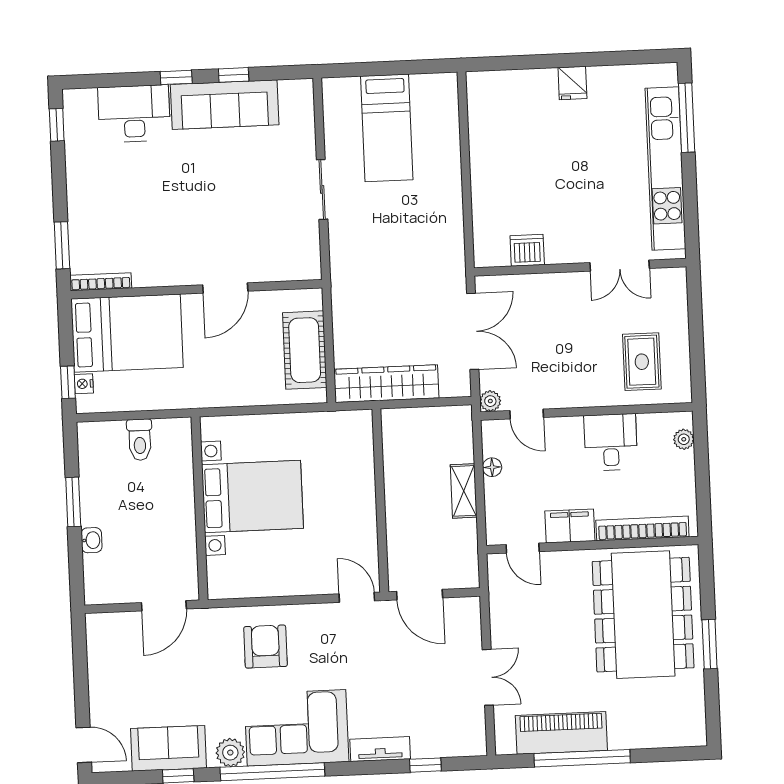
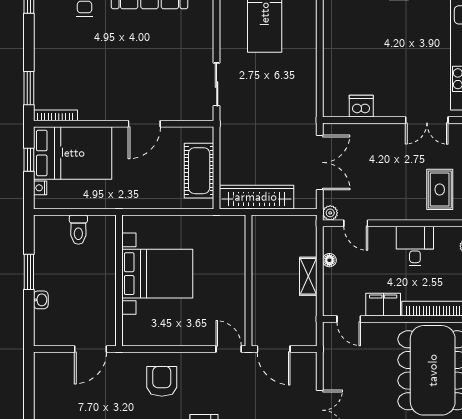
sliding door: (322, 189) -> (217, 84), moved
window: (68, 382) -> (29, 160), moved

